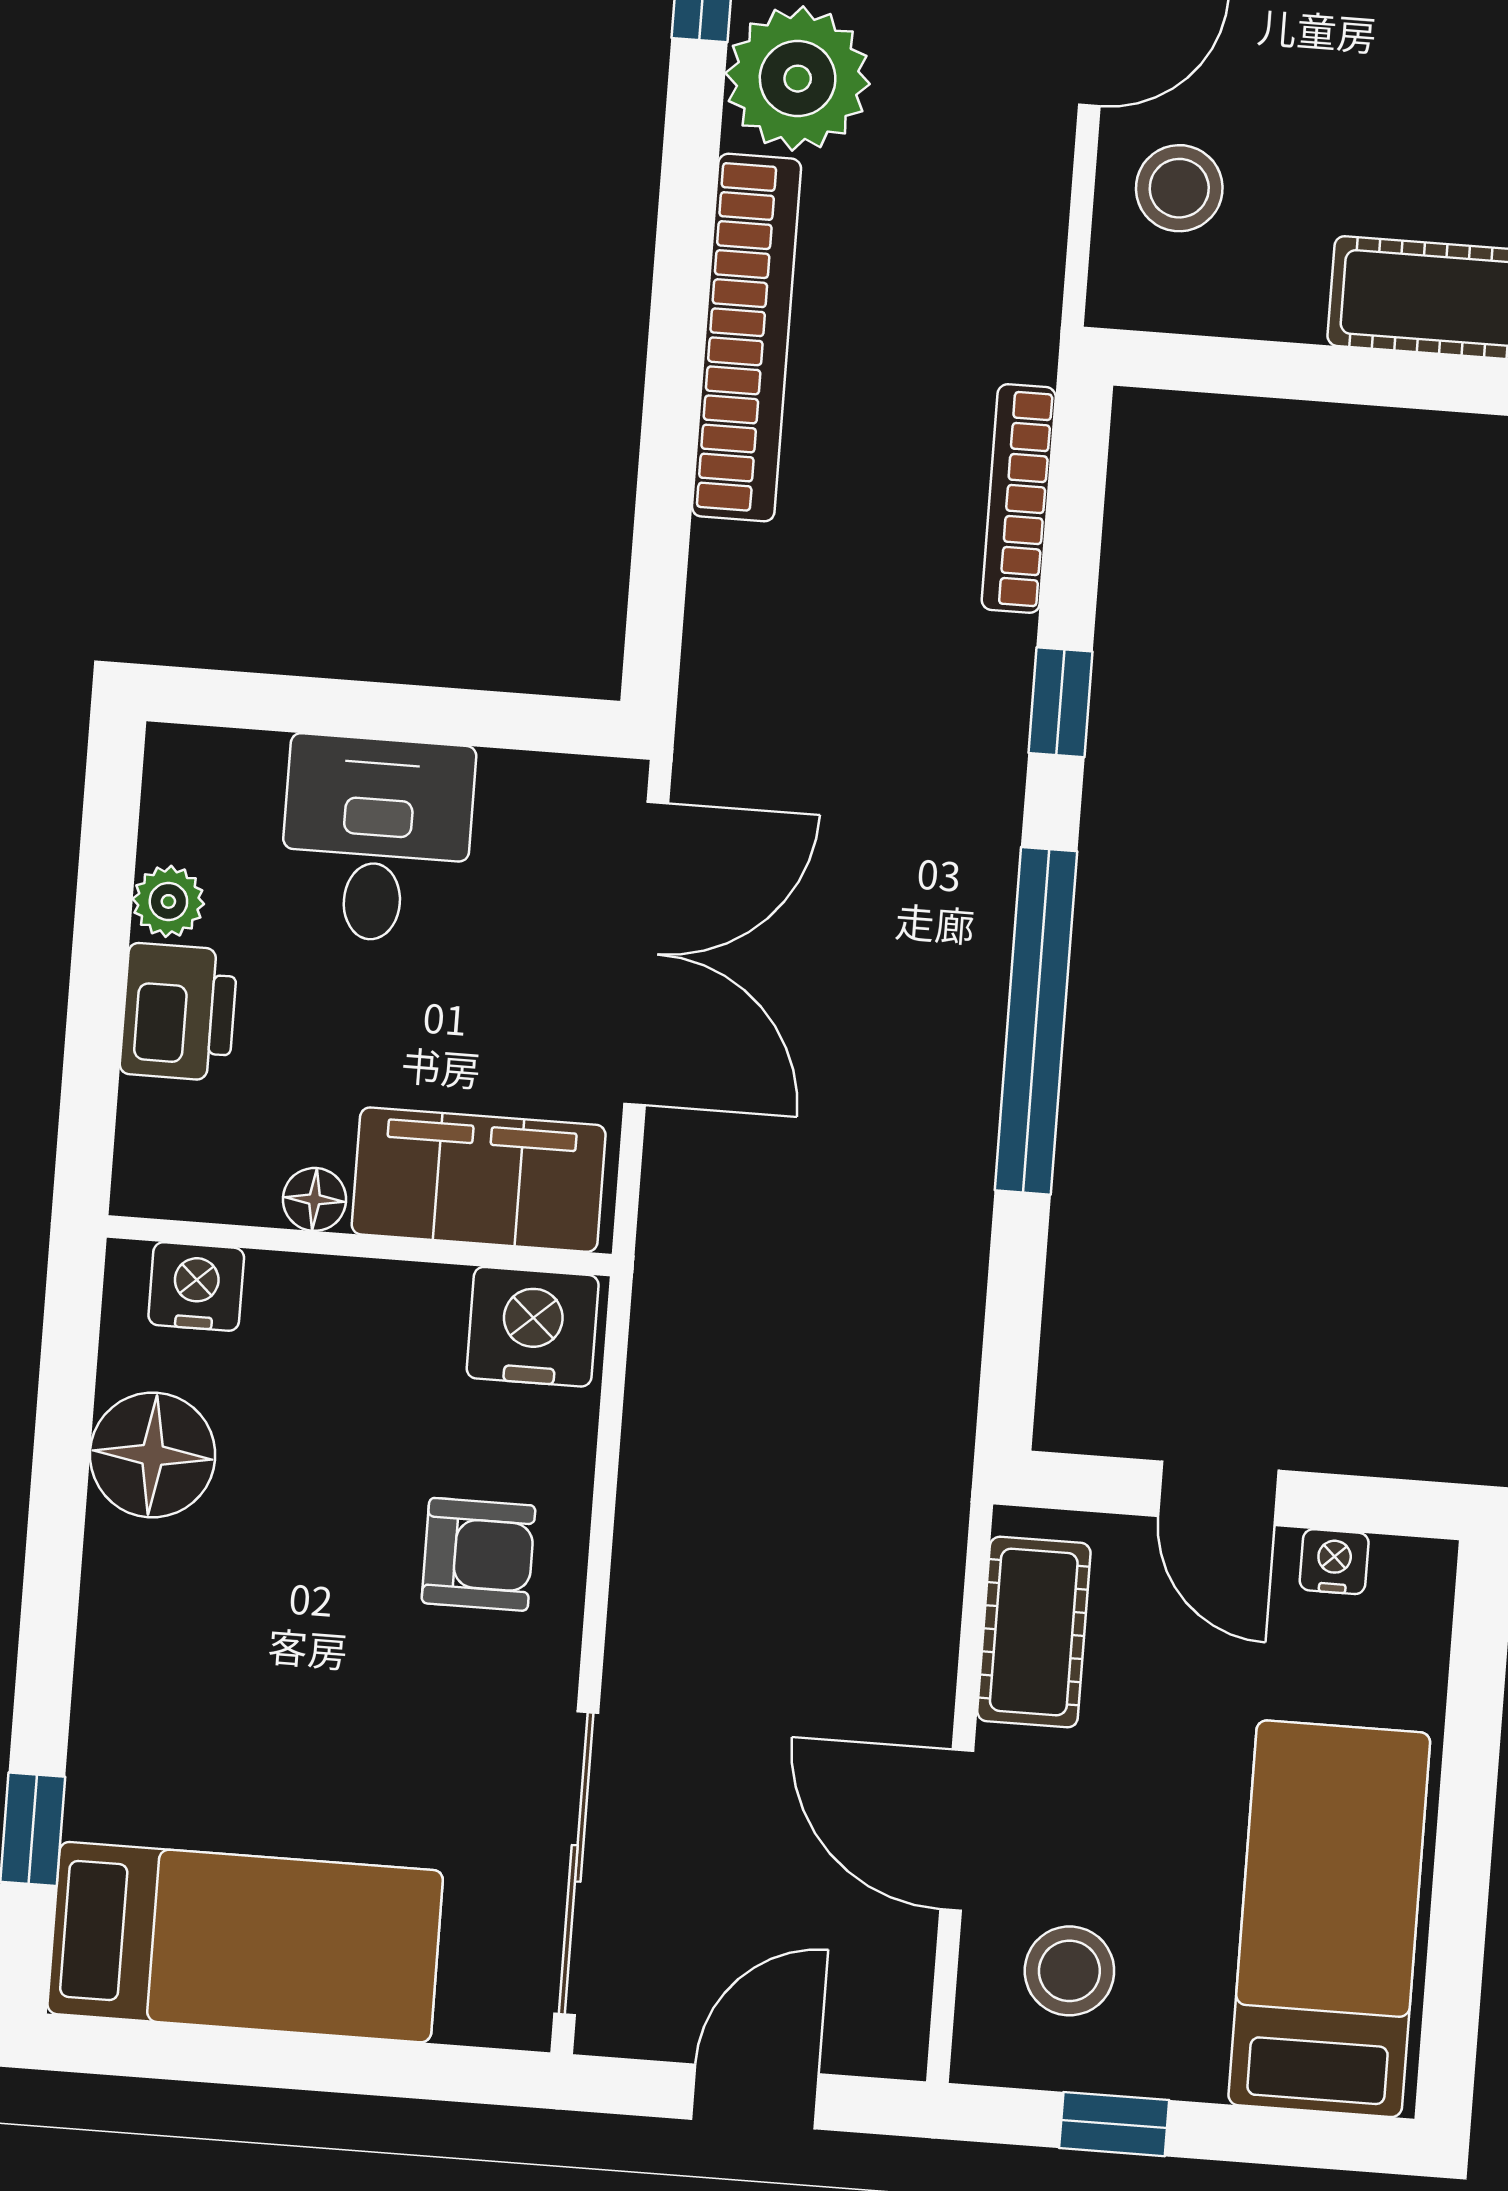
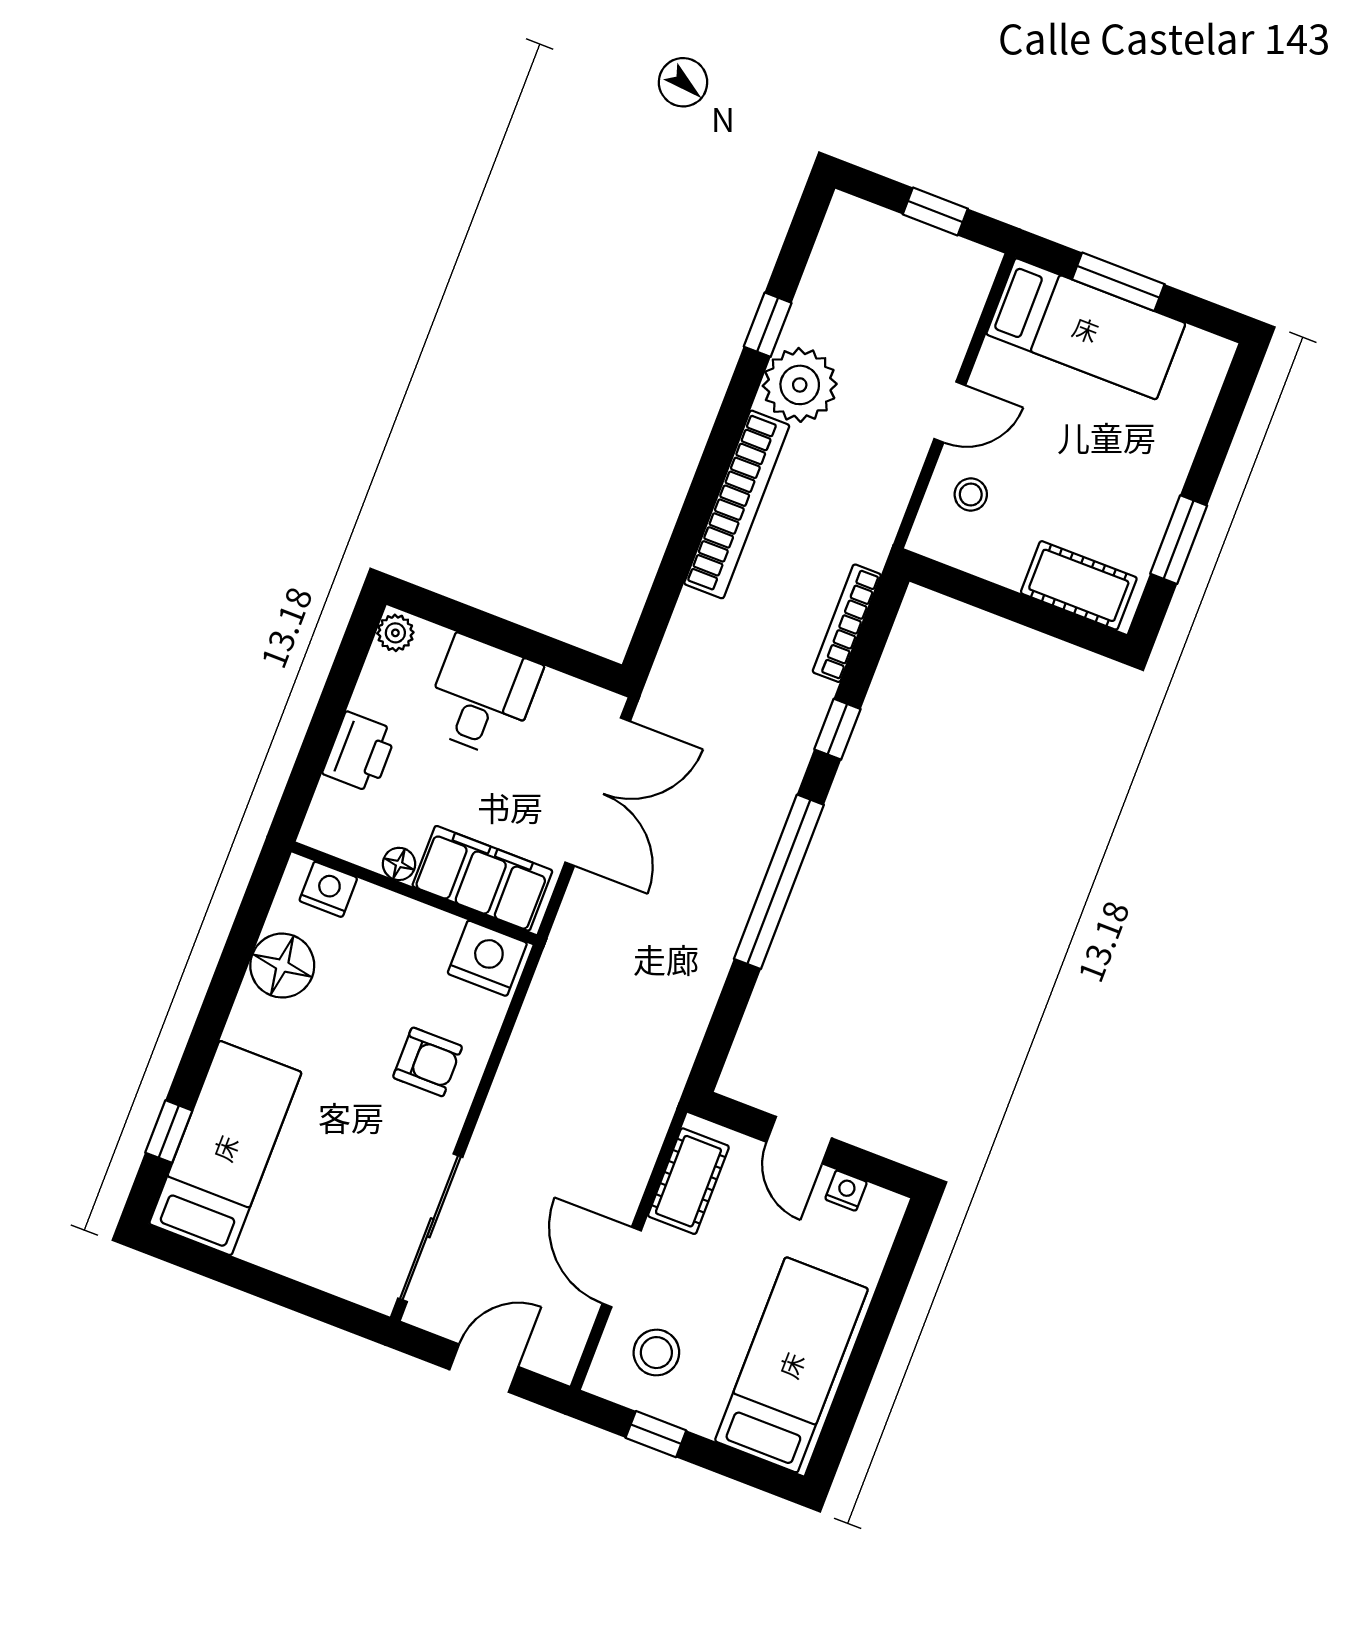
stool: (1179, 188) -> (971, 495), width x0.73, depth x0.73
plant: (168, 901) -> (395, 633), moved
bed: (245, 1942) -> (225, 1148), moved, turned -90

